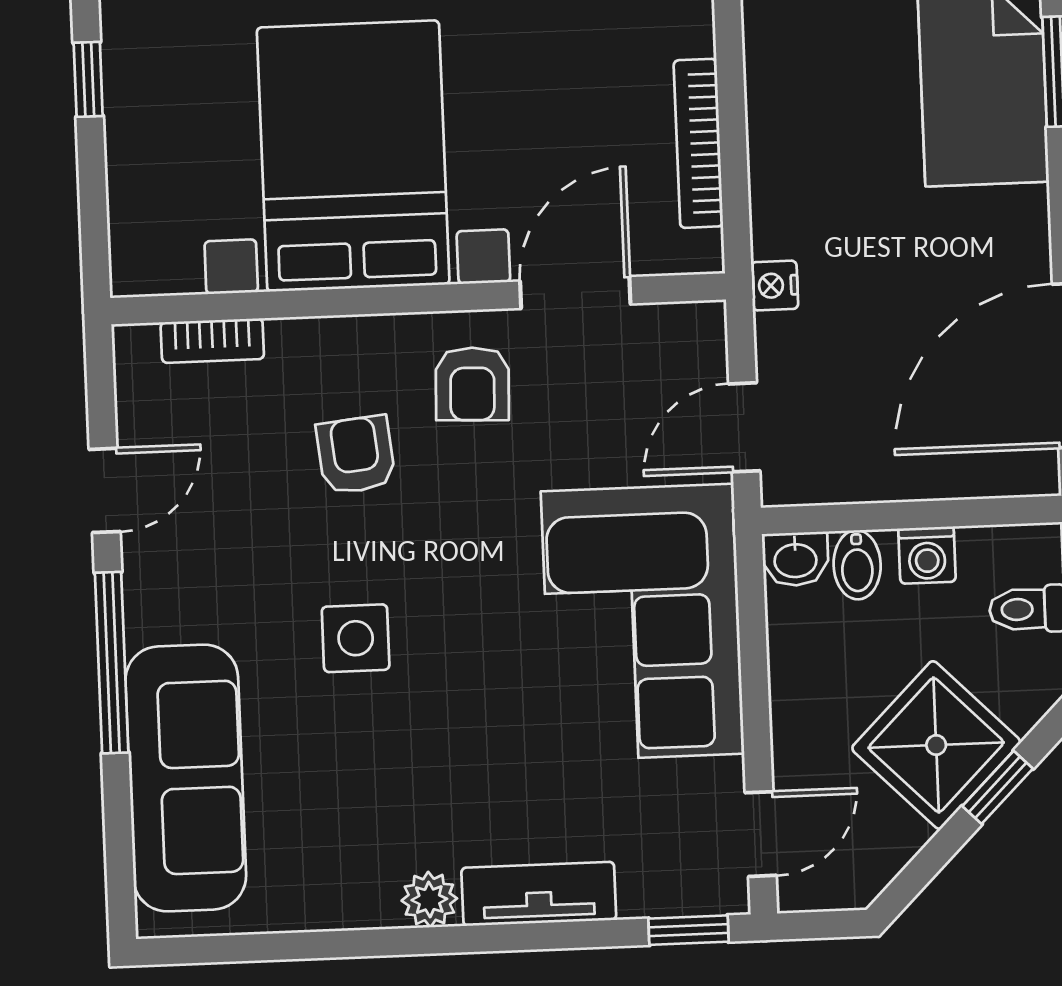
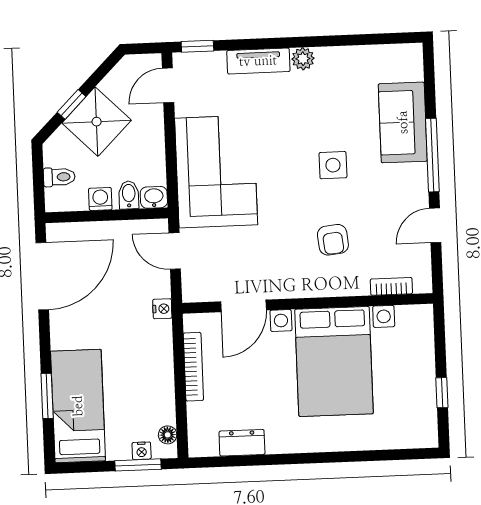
armchair: (472, 384) -> (285, 269), removed
door: (744, 427) -> (175, 251), swing flipped
sofa: (186, 778) -> (403, 122), width x0.73

